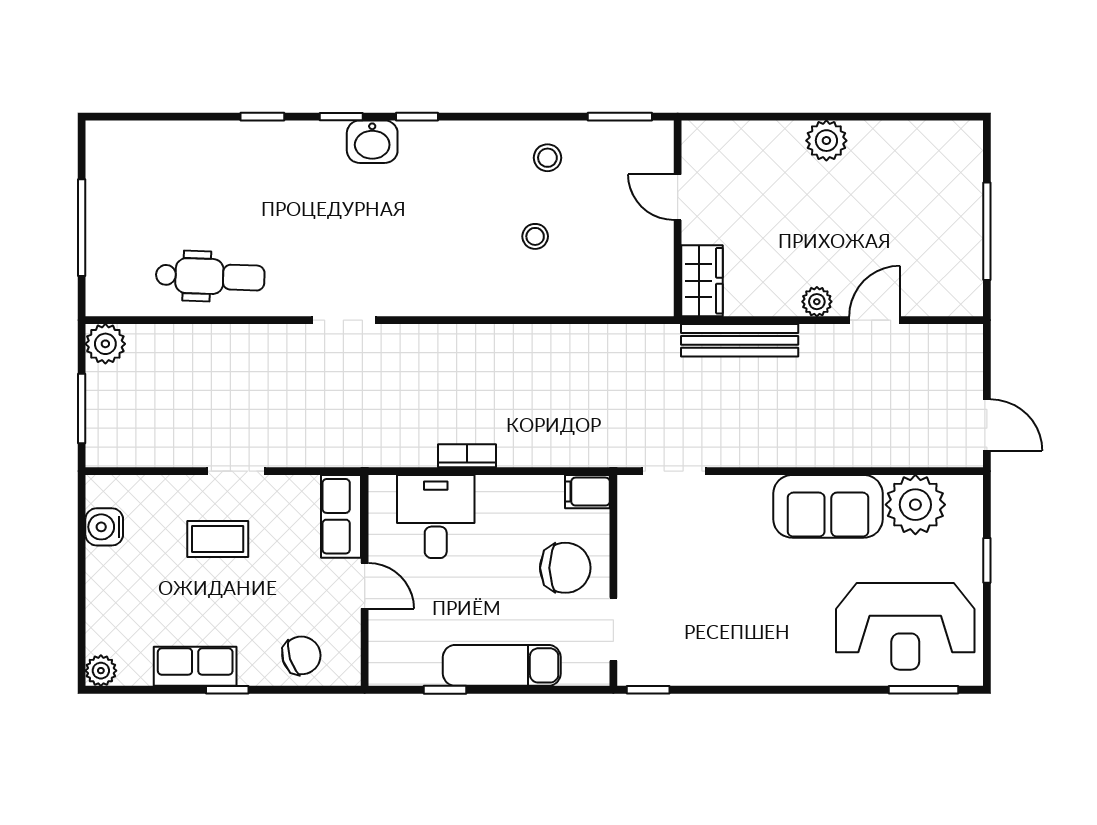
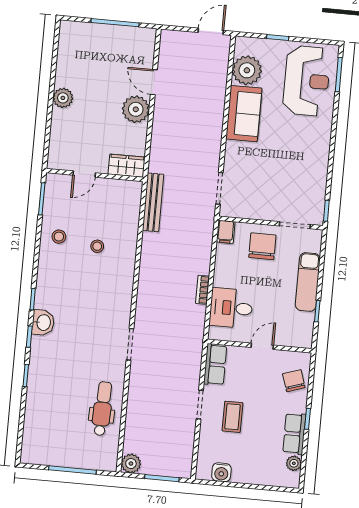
plant: (817, 302) -> (136, 109), width x1.87, depth x1.87
bench: (740, 340) -> (153, 202), moved
row of seats: (341, 516) -> (215, 365), moved, turned -90
plant: (101, 671) -> (294, 463), moved

